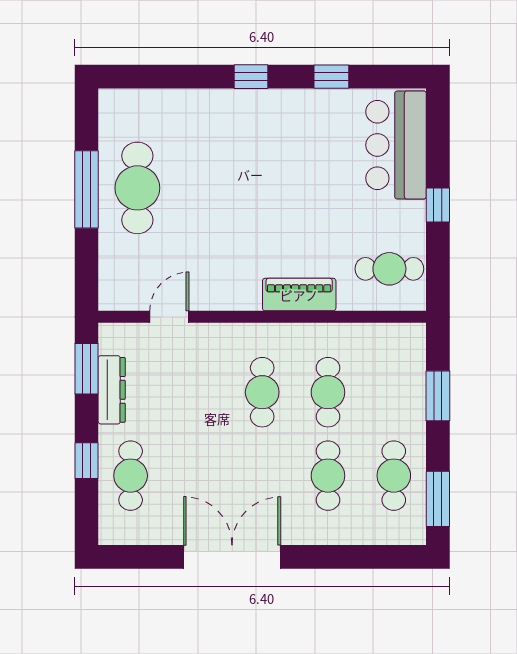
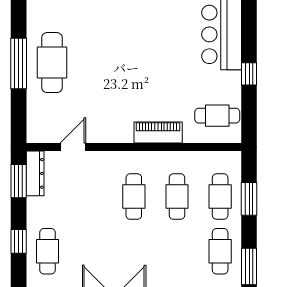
dresser: (112, 390) -> (35, 173), moved
cafe table: (328, 476) -> (220, 197), moved

